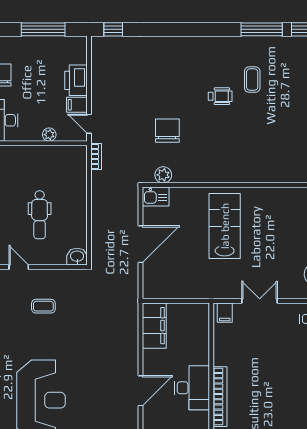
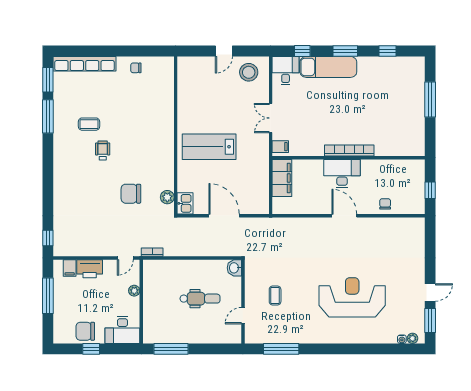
filing cabinet: (77, 105) -> (70, 268), moved
filing cabinet: (154, 326) -> (282, 178), moved, turned 90

